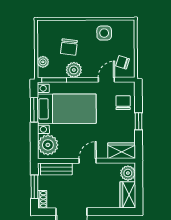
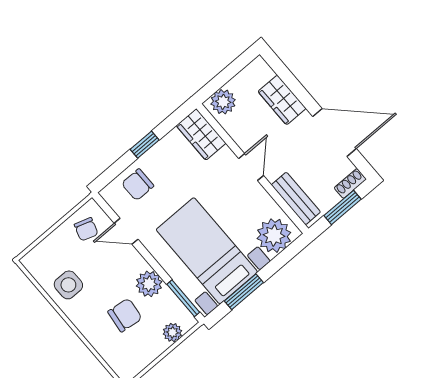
door: (88, 161) -> (251, 167), swing flipped
wardrobe: (128, 195) -> (282, 100), moved, turned 90

